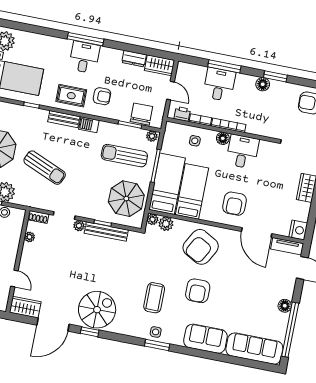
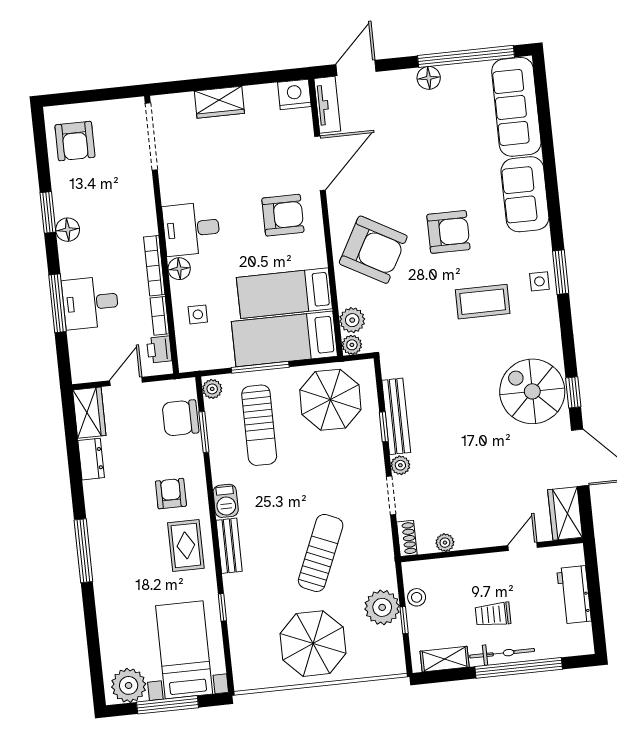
desk: (84, 57) -> (115, 543), removed

